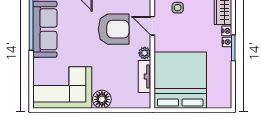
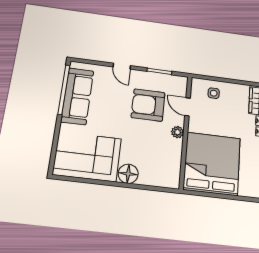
armchair: (114, 29) -> (148, 105), turned 180
tv unit: (144, 76) -> (175, 156), removed

